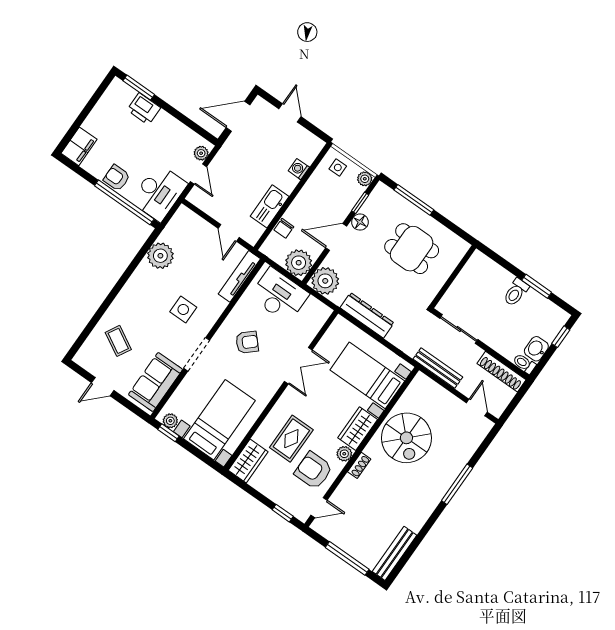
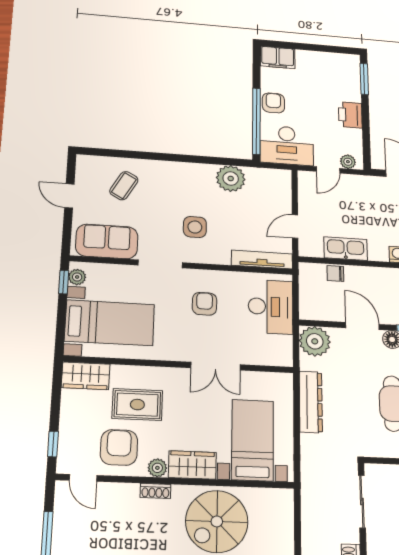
printer: (144, 109) -> (350, 115), moved
plant: (299, 263) -> (314, 306), removed
armchair: (247, 342) -> (204, 304), turned -137
bench: (438, 368) -> (309, 506), removed

